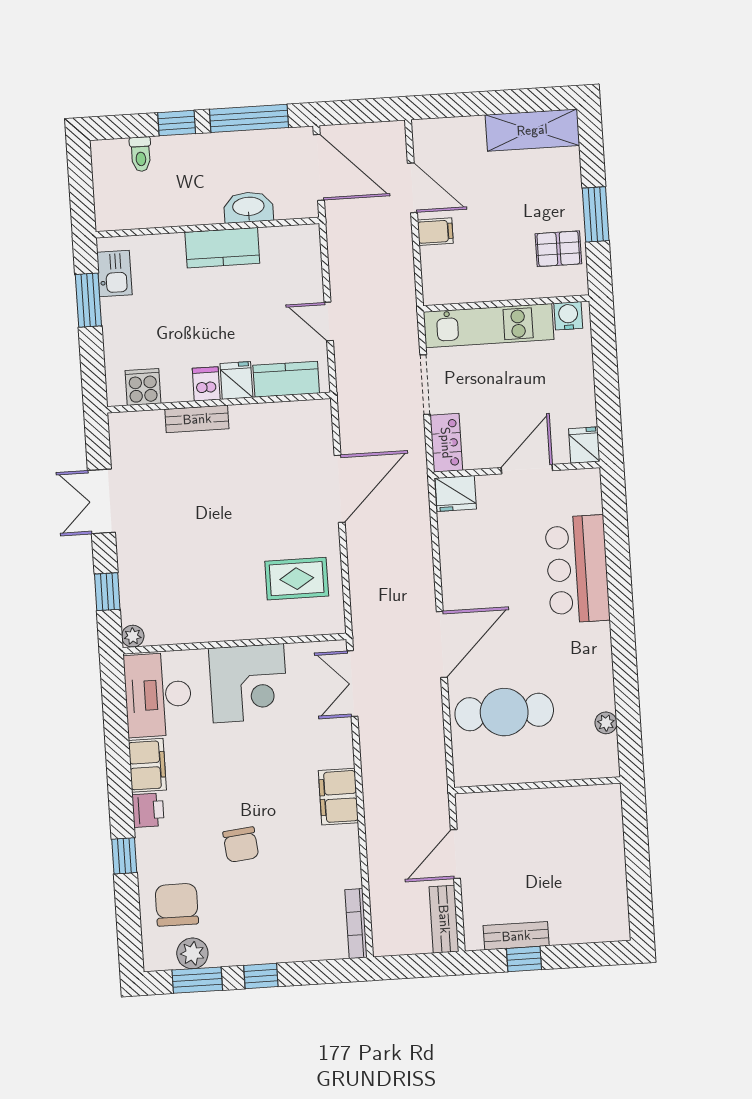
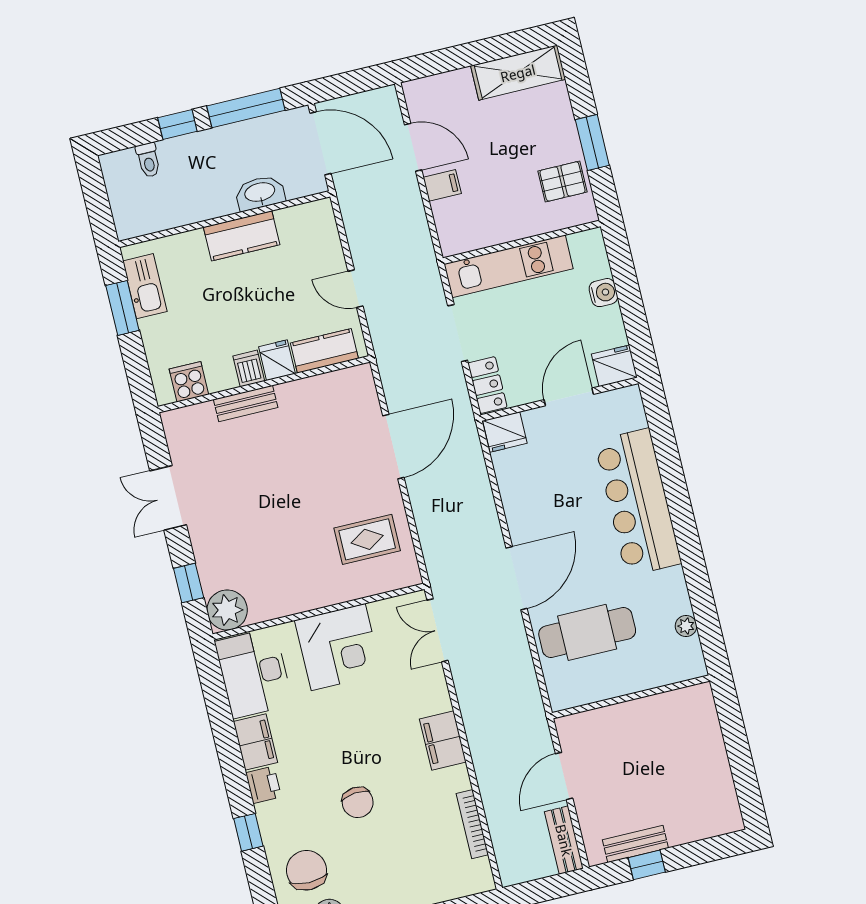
kitchen sink: (114, 274) -> (145, 286), width x1.38
water cooler: (568, 316) -> (603, 293), moved, turned 90
fridge: (584, 445) -> (614, 366), width x1.38
bar counter: (577, 569) -> (638, 502), width x1.36
plant: (133, 636) -> (227, 610), width x1.88, depth x1.88
bookcase: (356, 924) -> (472, 824), moved

